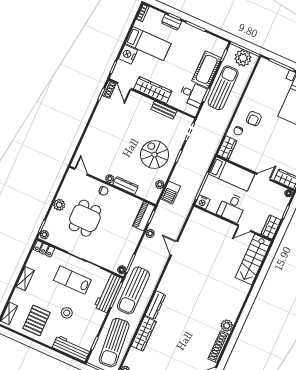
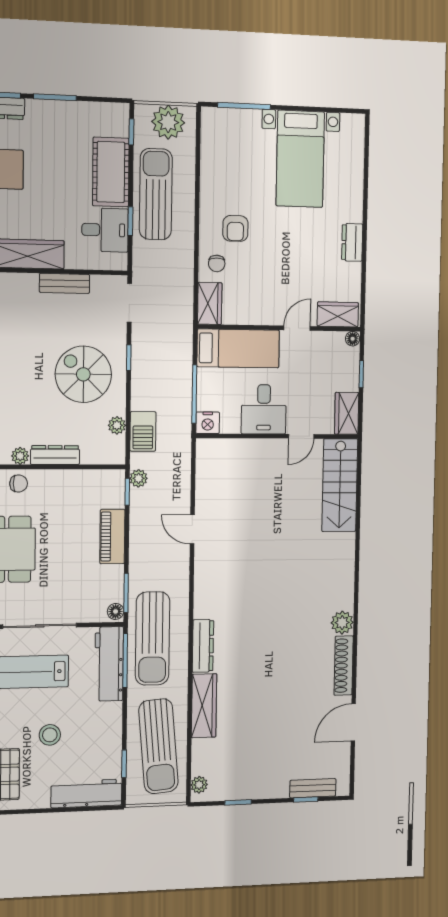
piano: (144, 216) -> (112, 537), moved
plant: (150, 233) -> (139, 478), moved

